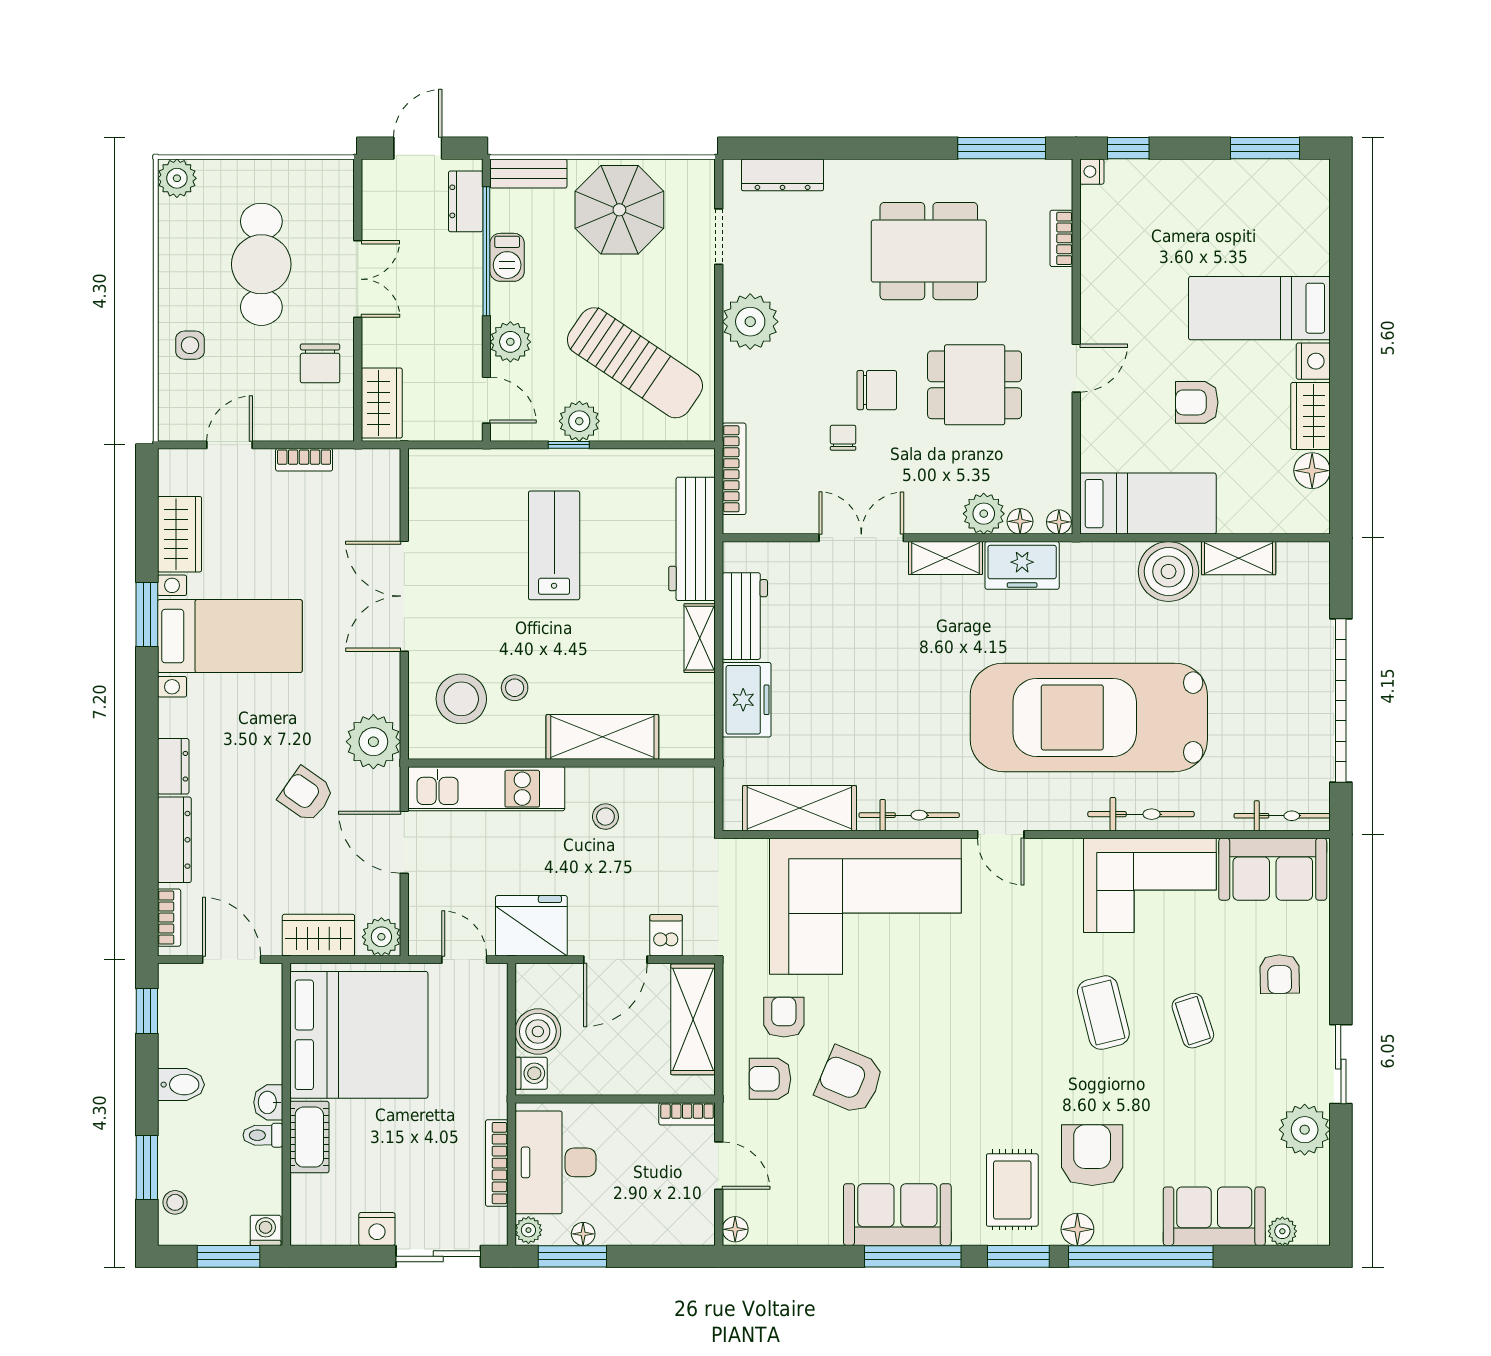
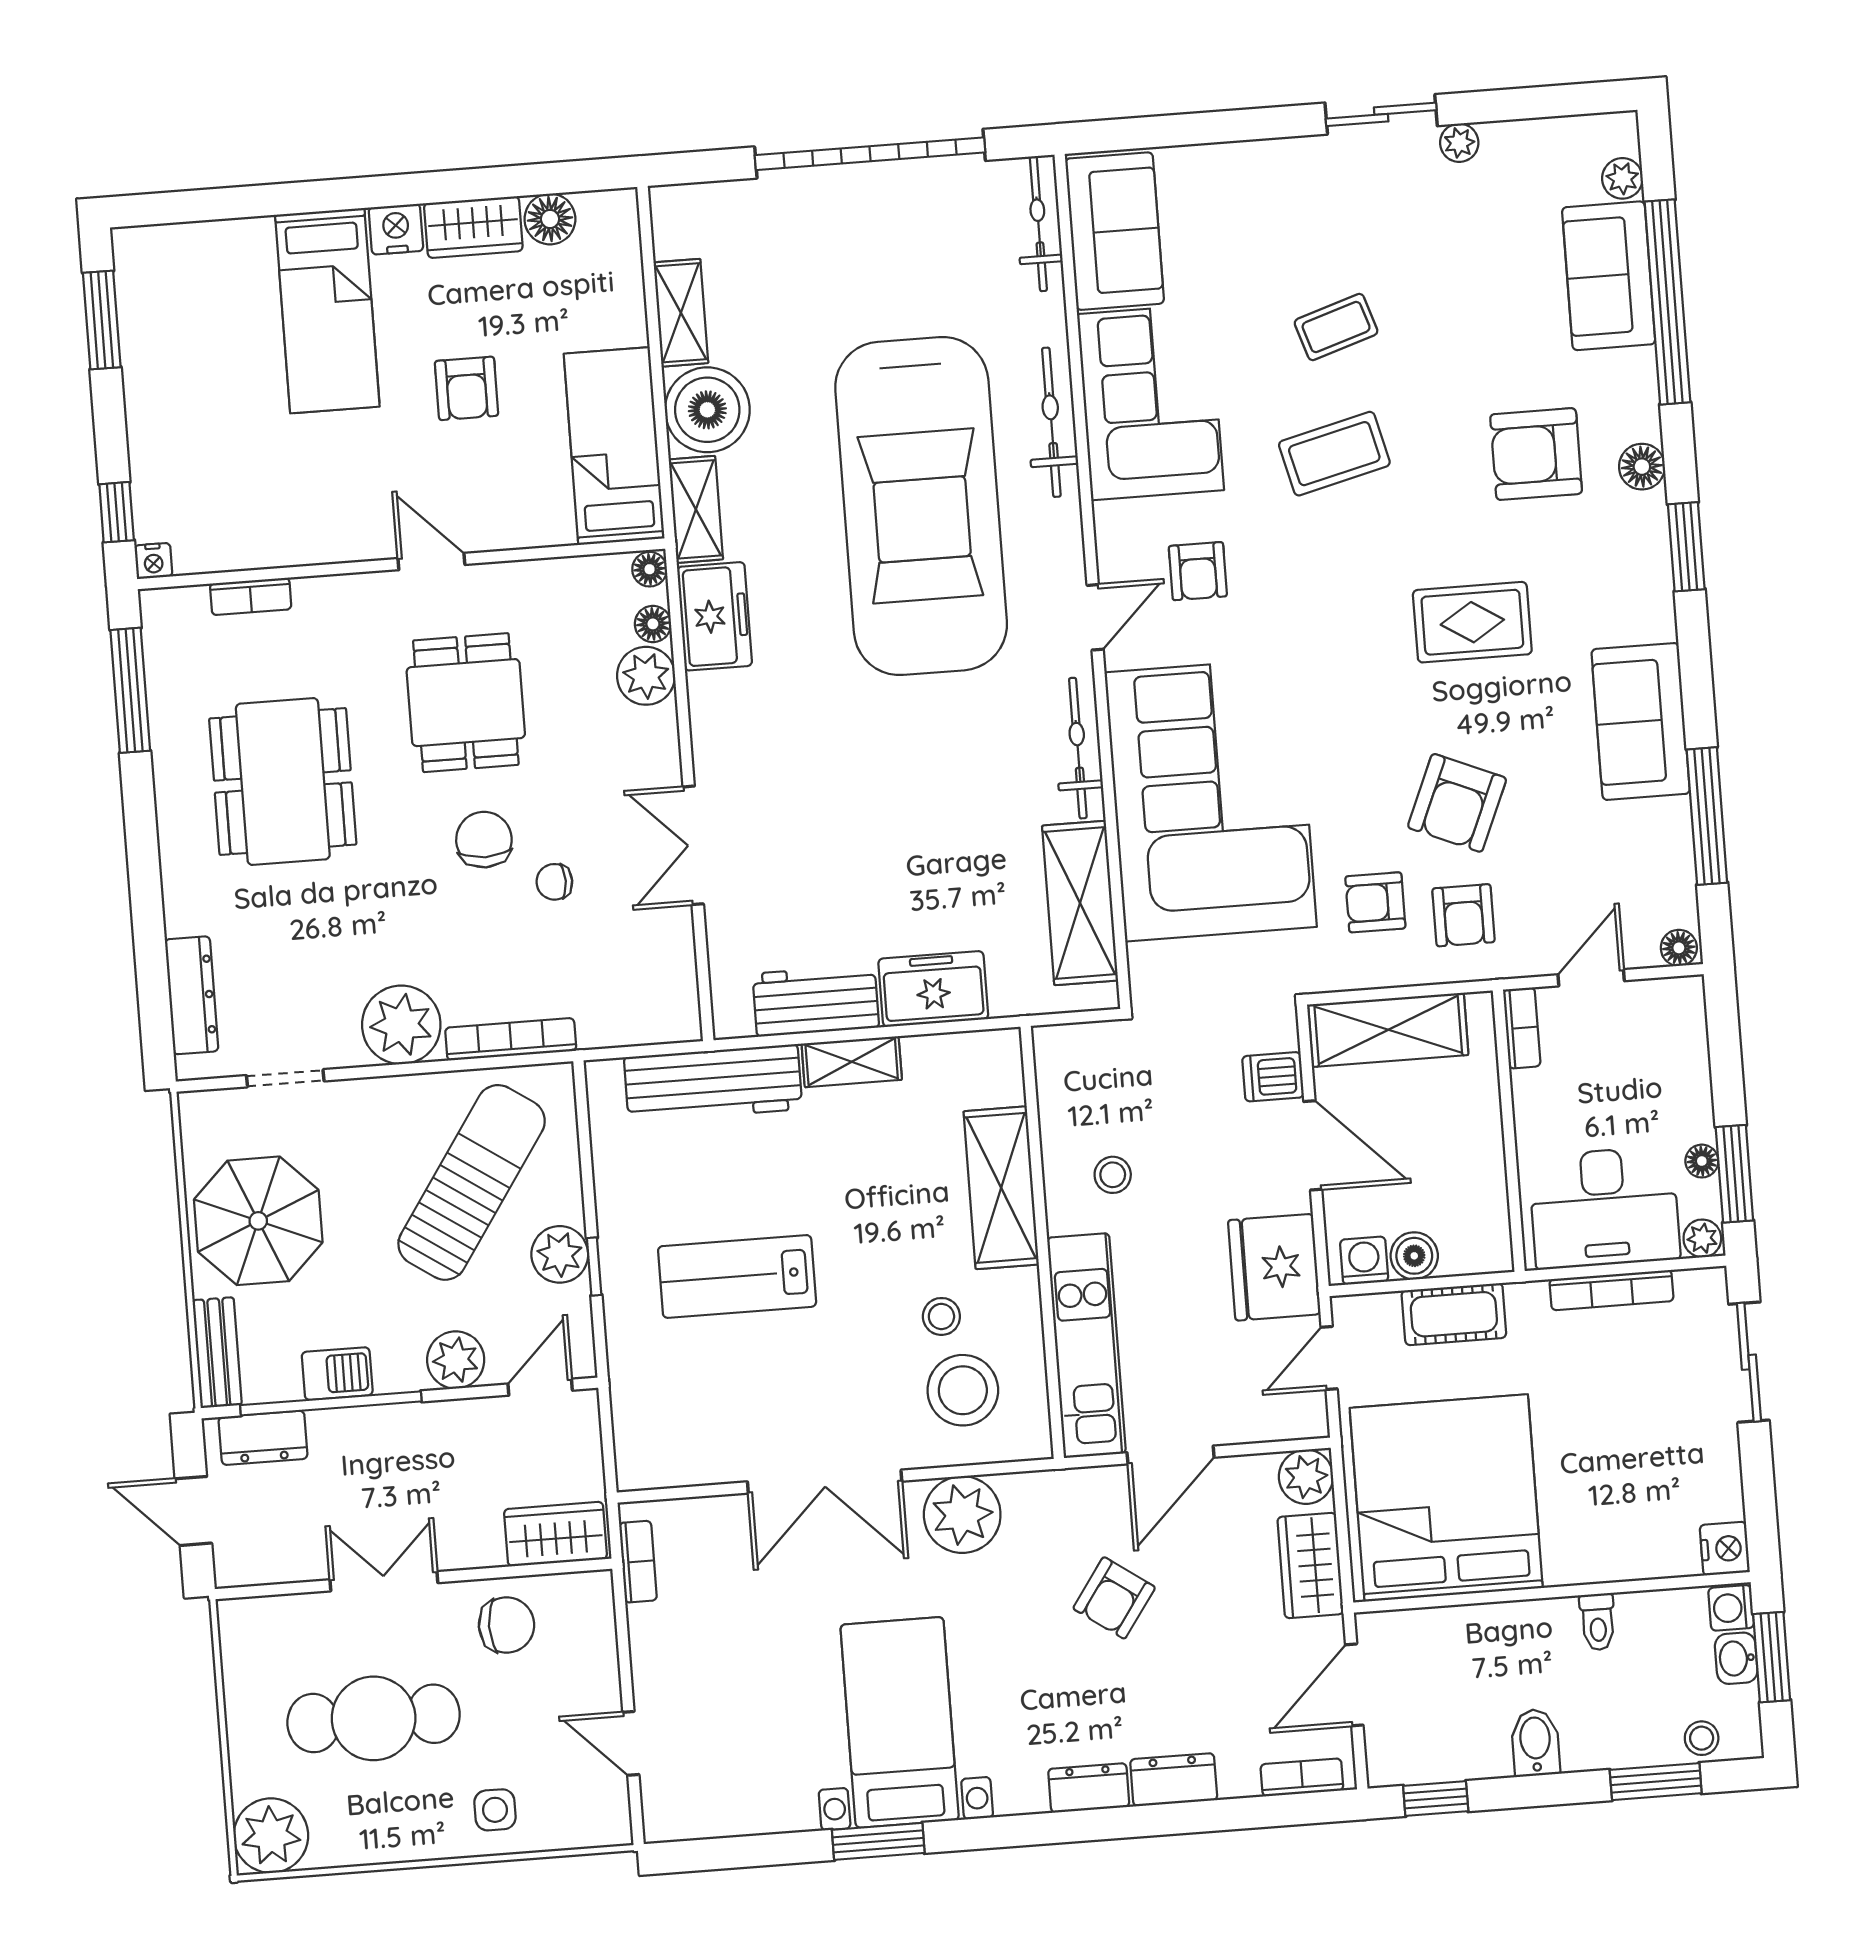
plant: (177, 178) -> (271, 1836), width x1.36, depth x1.36
bookcase: (304, 460) -> (638, 1562), moved
bookcase: (734, 469) -> (511, 1039), moved
wardrobe: (180, 534) -> (762, 1804), removed
shelving: (945, 558) -> (696, 509), moved
plant: (373, 742) -> (962, 1515), moved
dresser: (174, 840) -> (1174, 1780), width x0.70
armchair: (1280, 974) -> (1198, 571), moved, turned 91
boiler: (538, 1031) -> (1414, 1256), width x0.73, depth x0.73
washing machine: (531, 1073) -> (1364, 1261), moved
washbasin: (268, 1102) -> (1736, 1658), moved, turned 90
plant: (1305, 1130) -> (1459, 143), width x0.53, depth x0.53
cot: (309, 1137) -> (1454, 1314), moved
rug: (1012, 1190) -> (1472, 622), moved
nightstand: (377, 1229) -> (1725, 1549), moved
window: (913, 1256) -> (1707, 816), moved
window: (1141, 1256) -> (1667, 302), moved

